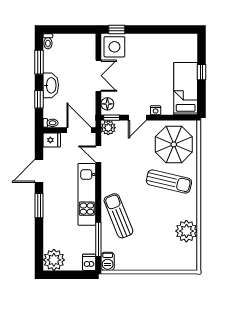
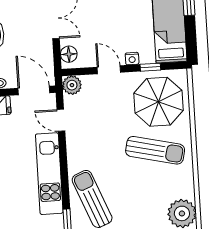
window: (112, 118) -> (150, 67), moved
door: (137, 118) -> (109, 70), swing flipped

